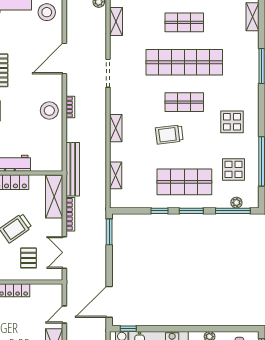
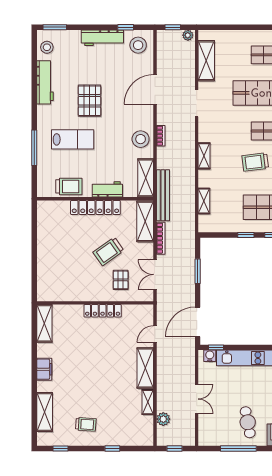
shelving: (116, 21) -> (206, 61), width x1.50, depth x1.33
shelving: (55, 151) -> (146, 178), added
window: (109, 232) -> (198, 271), moved

